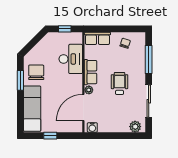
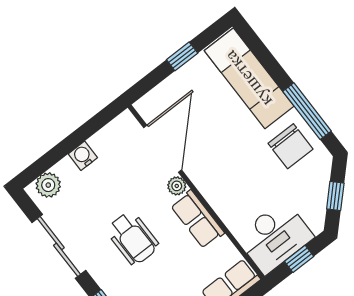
window: (34, 42) -> (335, 196), added
desk: (71, 59) -> (275, 237), moved, turned -90
window: (20, 80) -> (307, 111), width x1.44
water cooler: (92, 127) -> (83, 156), moved

